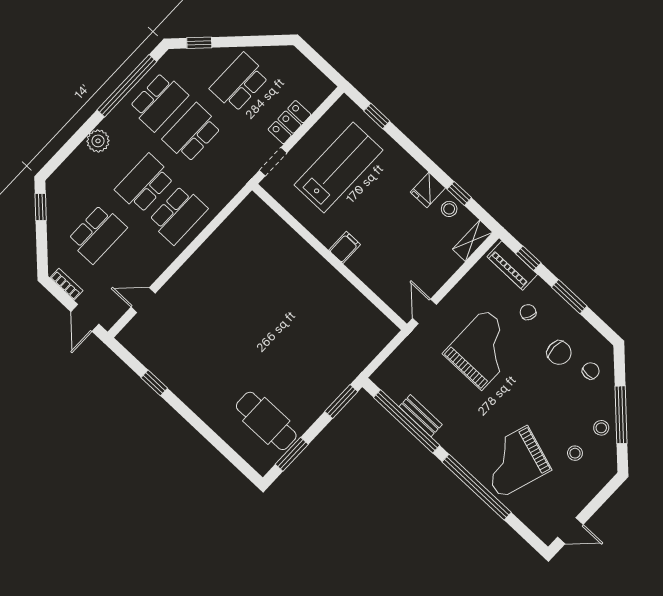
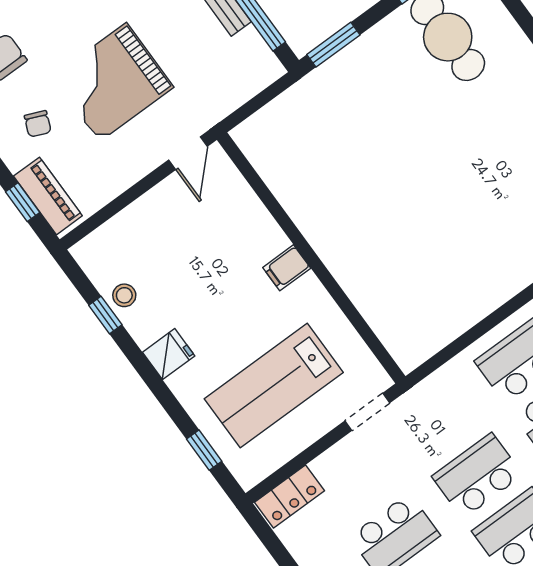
locker: (289, 122) -> (290, 496), moved
school desk: (192, 133) -> (477, 476), turned 180
fridge: (428, 190) -> (169, 354), moved
shelving: (473, 241) -> (99, 243), removed

